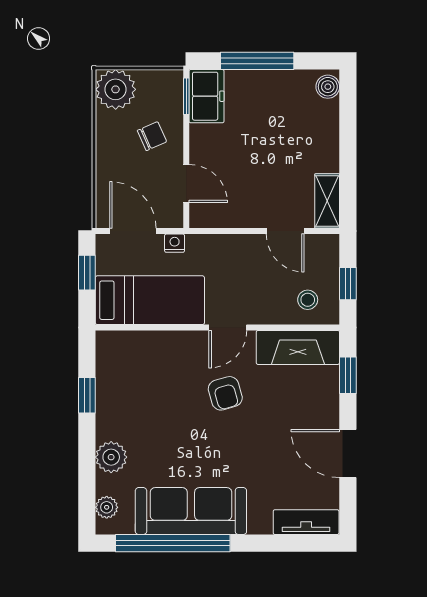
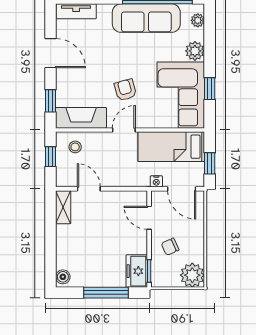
corner sofa: (134, 385) -> (181, 95), added

